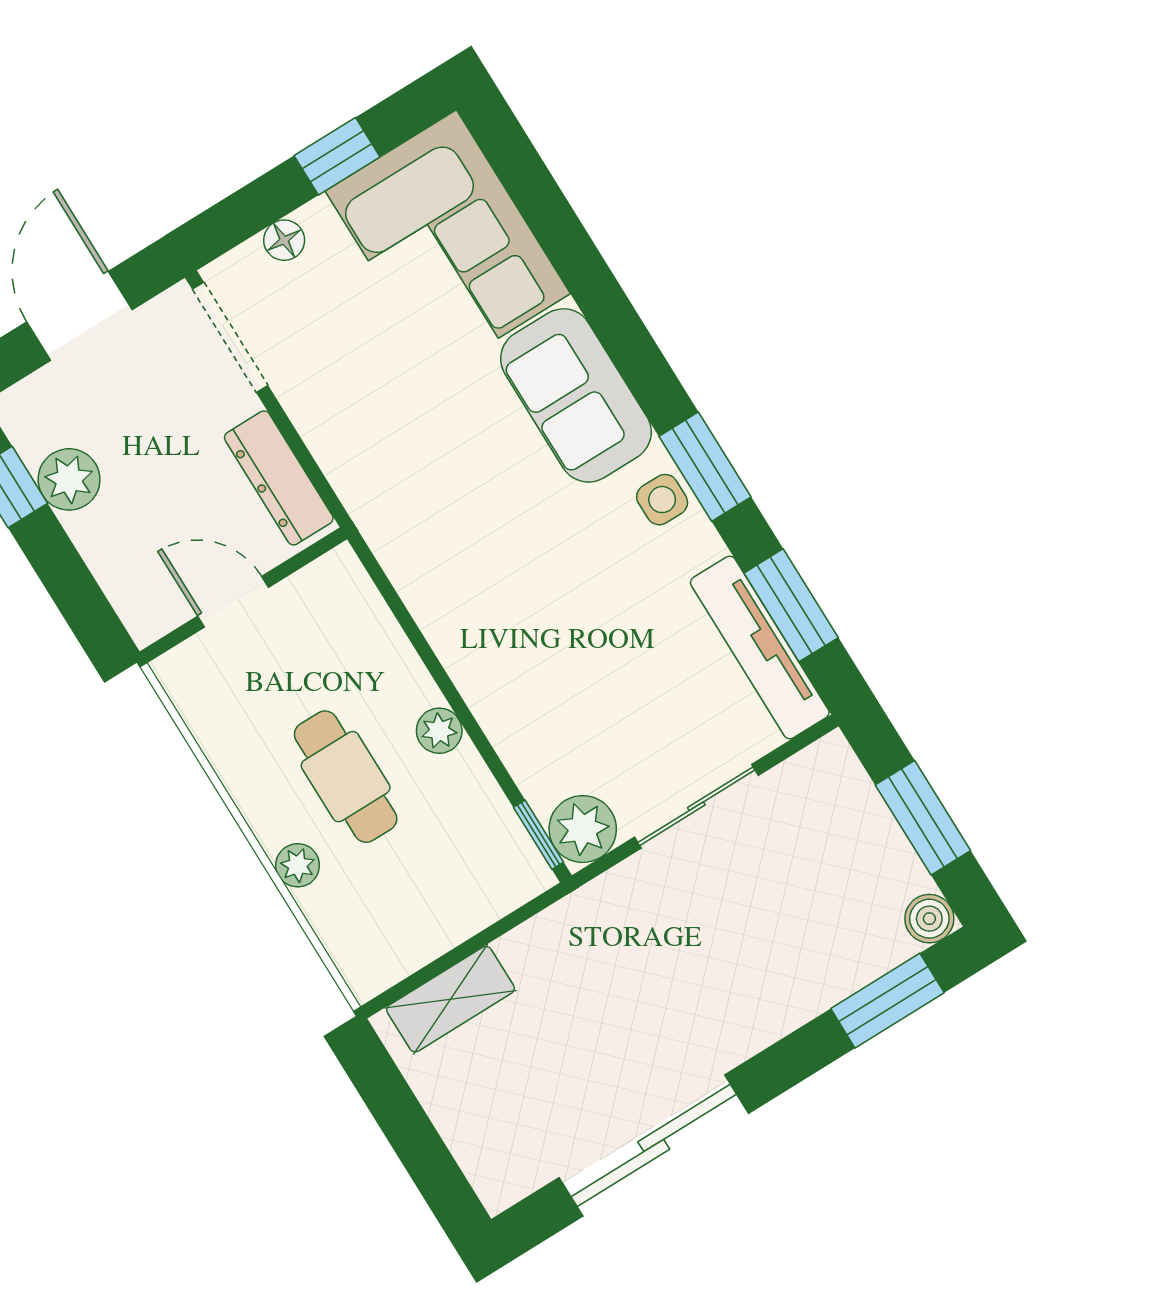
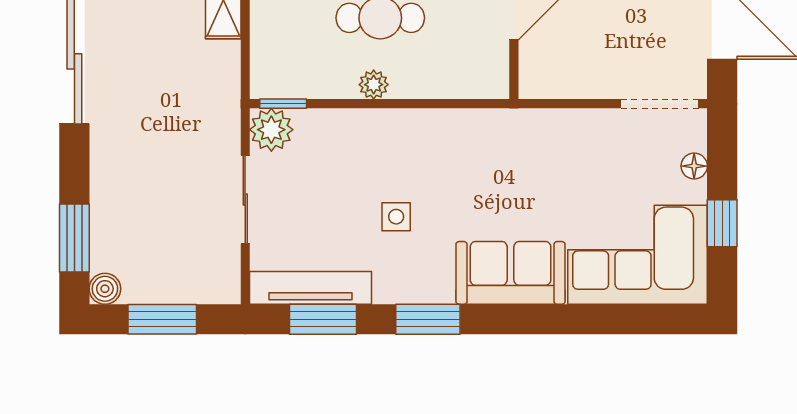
dresser: (279, 478) -> (566, 83), removed
side table: (662, 500) -> (396, 217), moved

